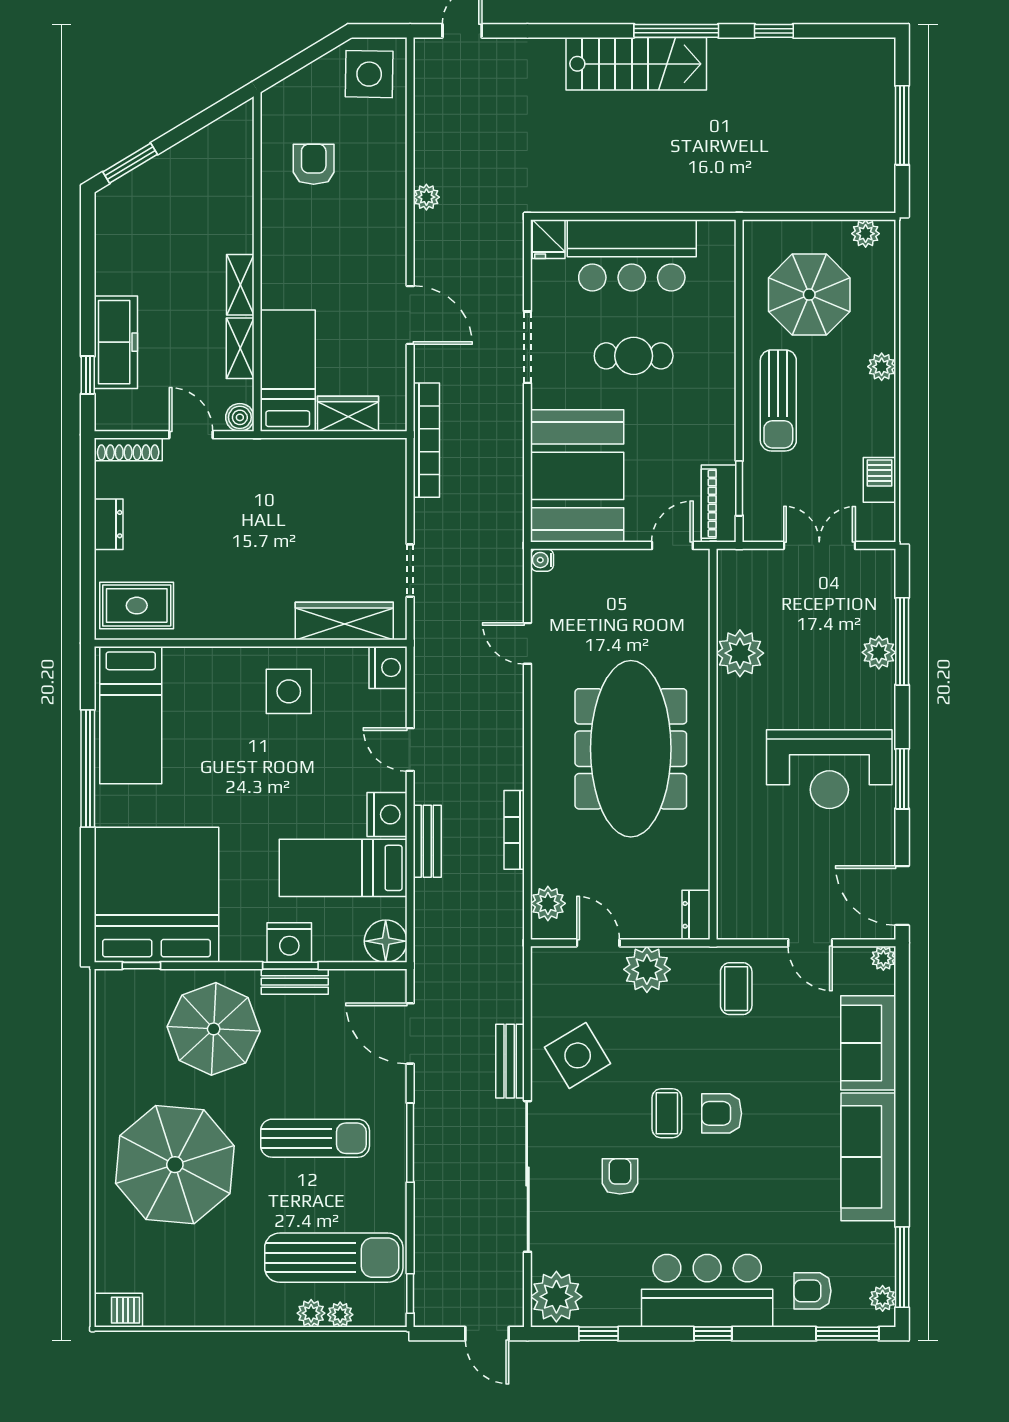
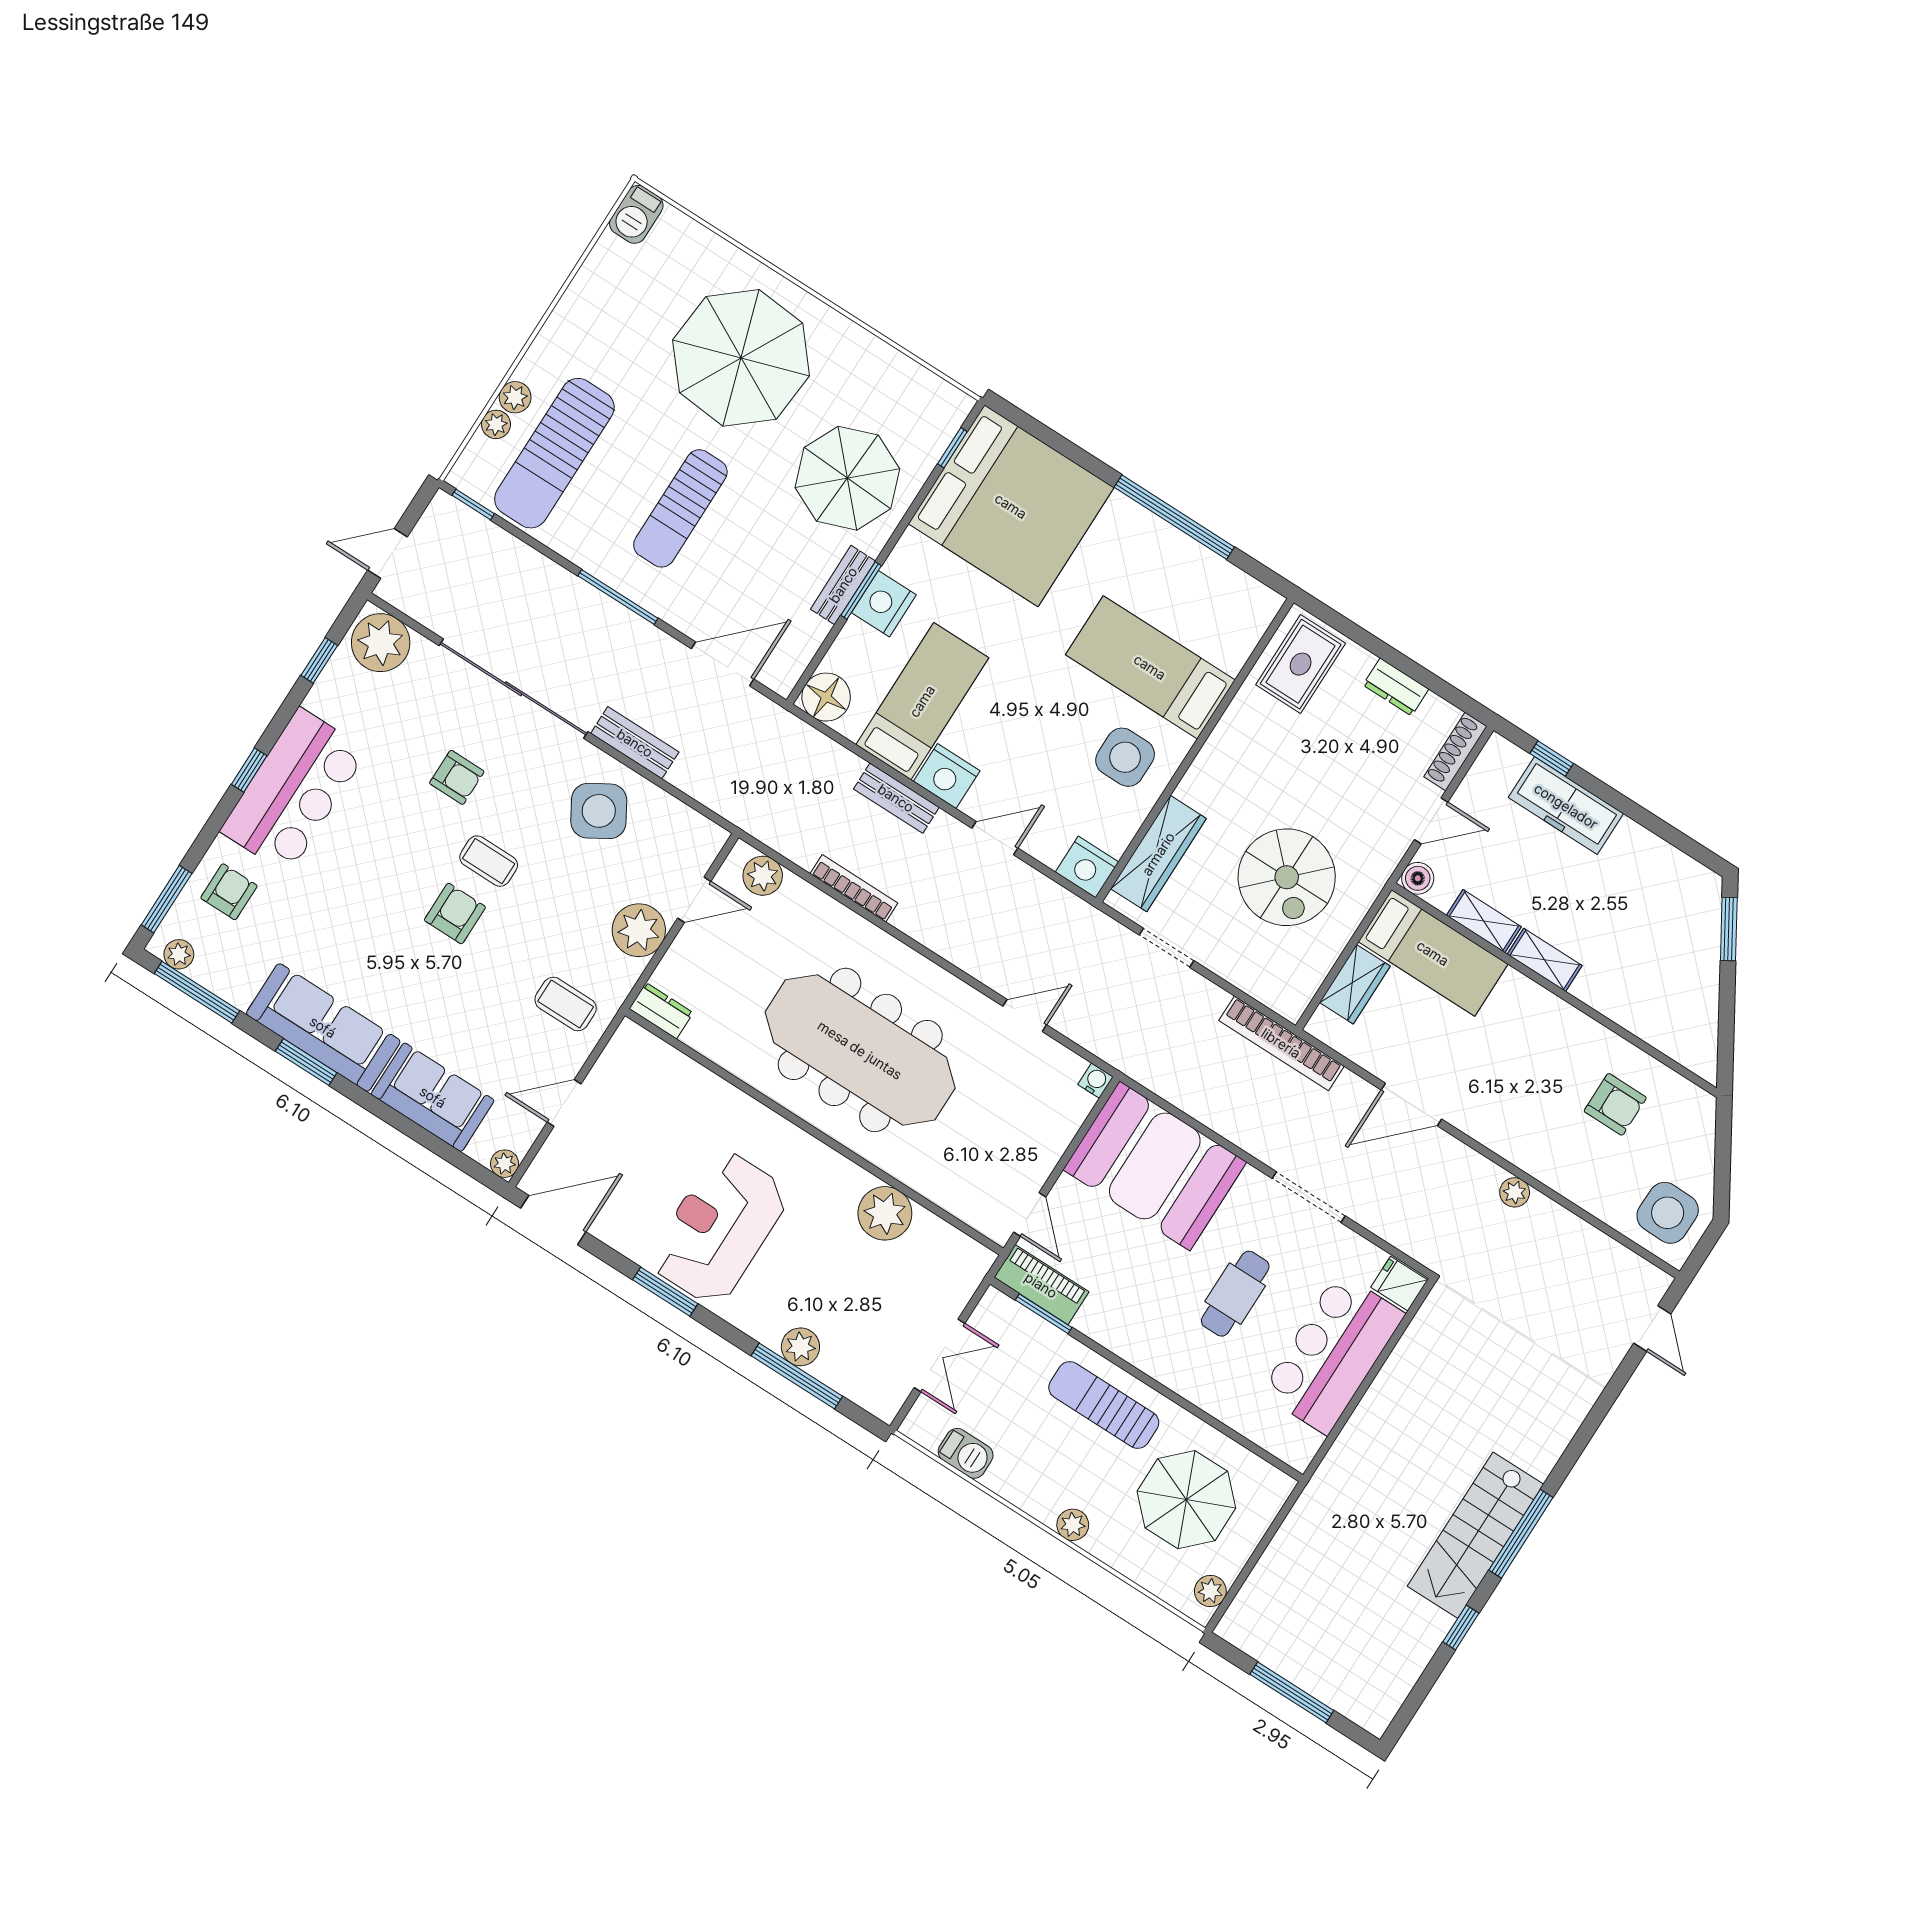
stairs: (636, 64) -> (1475, 1535), moved
spiral stairs: (301, 515) -> (1287, 877), added
bed: (131, 715) -> (1150, 667), moved
window: (902, 1153) -> (306, 1062), added

